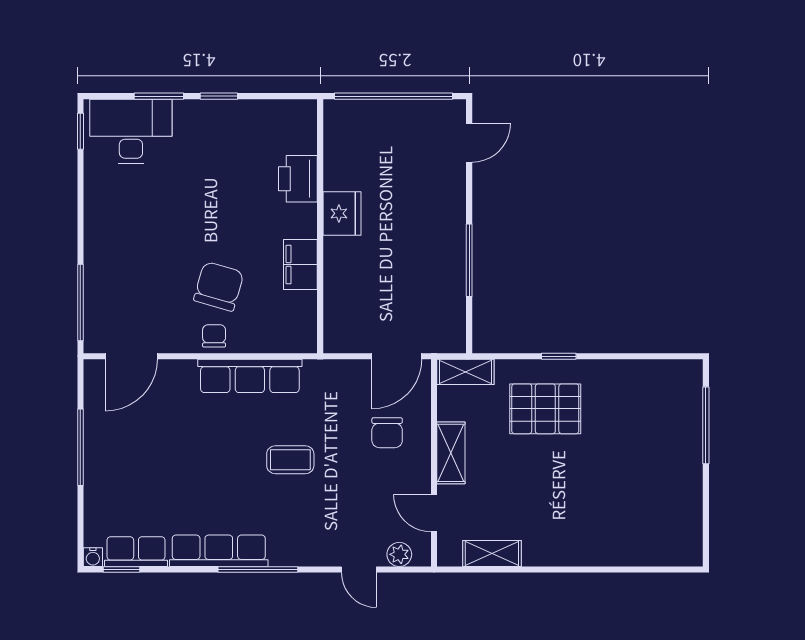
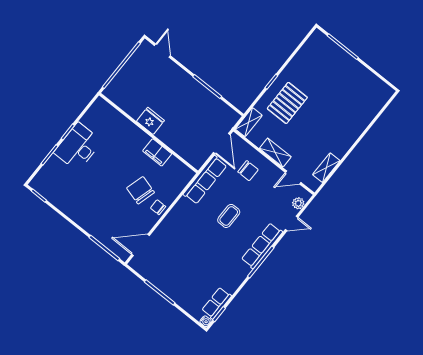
desk: (131, 131) -> (78, 147), moved
printer: (298, 179) -> (124, 127), removed
door: (131, 356) -> (140, 245), swing flipped
row of seats: (250, 376) -> (205, 180), moved
row of seats: (219, 551) -> (262, 246), moved

